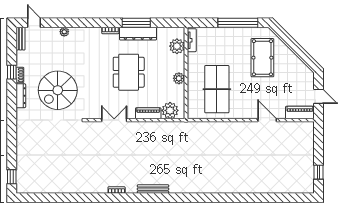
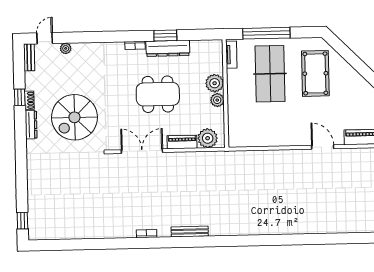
door: (34, 23) -> (45, 38), hinge flipped
window: (136, 23) -> (165, 35), width x0.69
window: (238, 23) -> (266, 33), moved
plant: (64, 32) -> (66, 48), moved
plant: (177, 46) -> (215, 83), moved
dining table: (129, 72) -> (158, 94), turned 90
table tennis table: (217, 89) -> (270, 74), moved
double door: (114, 120) -> (142, 151), width x1.37

